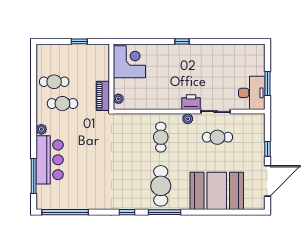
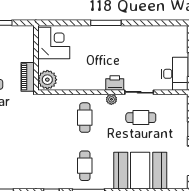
window: (182, 41) -> (106, 23), width x2.17
plant: (118, 99) -> (47, 80), width x1.88, depth x1.88
cafe table: (161, 186) -> (85, 166), width x0.73, depth x0.74

